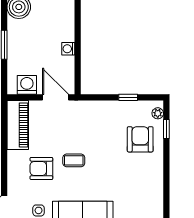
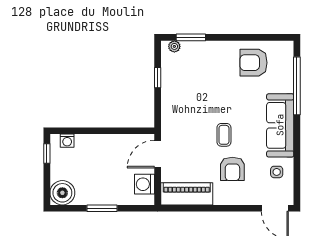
washing machine: (68, 49) -> (67, 141), moved
window: (166, 129) -> (191, 37), width x1.50
armchair: (140, 139) -> (253, 63), moved

